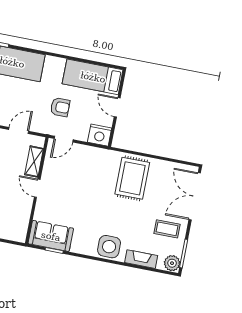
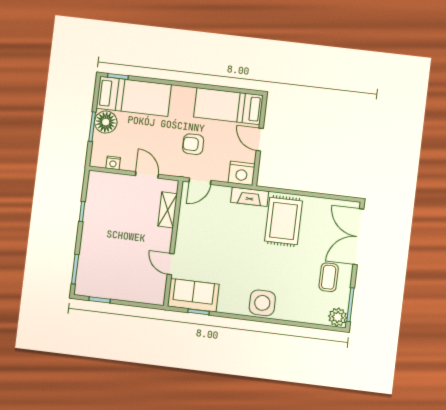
armchair: (60, 107) -> (193, 144), turned 180
door: (19, 130) -> (147, 175), hinge flipped
door: (37, 188) -> (171, 264), moved
coffee table: (167, 229) -> (329, 277), turned 90
fireplace: (141, 259) -> (250, 197), moved, turned 180

